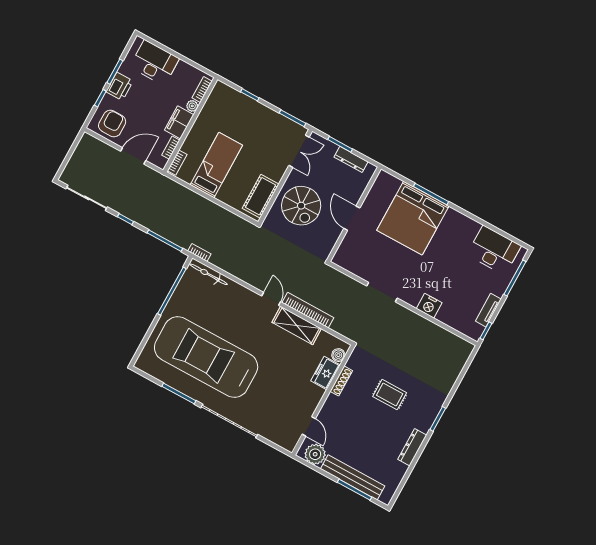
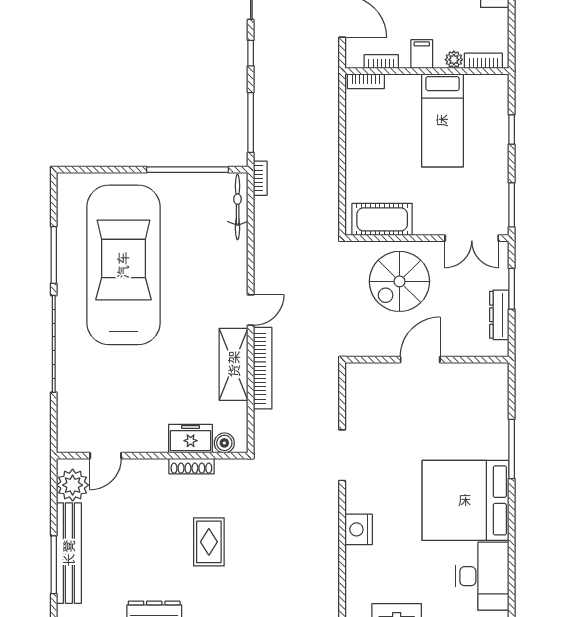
filing cabinet: (179, 122) -> (422, 54), width x0.50
bed: (216, 165) -> (442, 120), moved, turned 90
bed: (413, 218) -> (465, 500), moved

